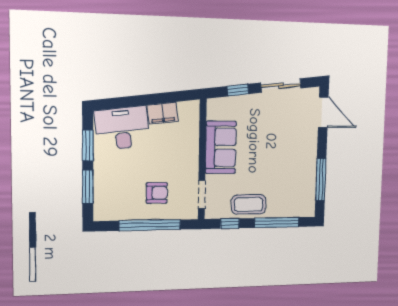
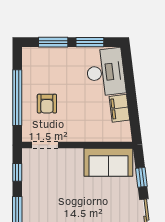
sofa: (221, 147) -> (108, 162), moved
coffee table: (249, 204) -> (35, 190), removed

